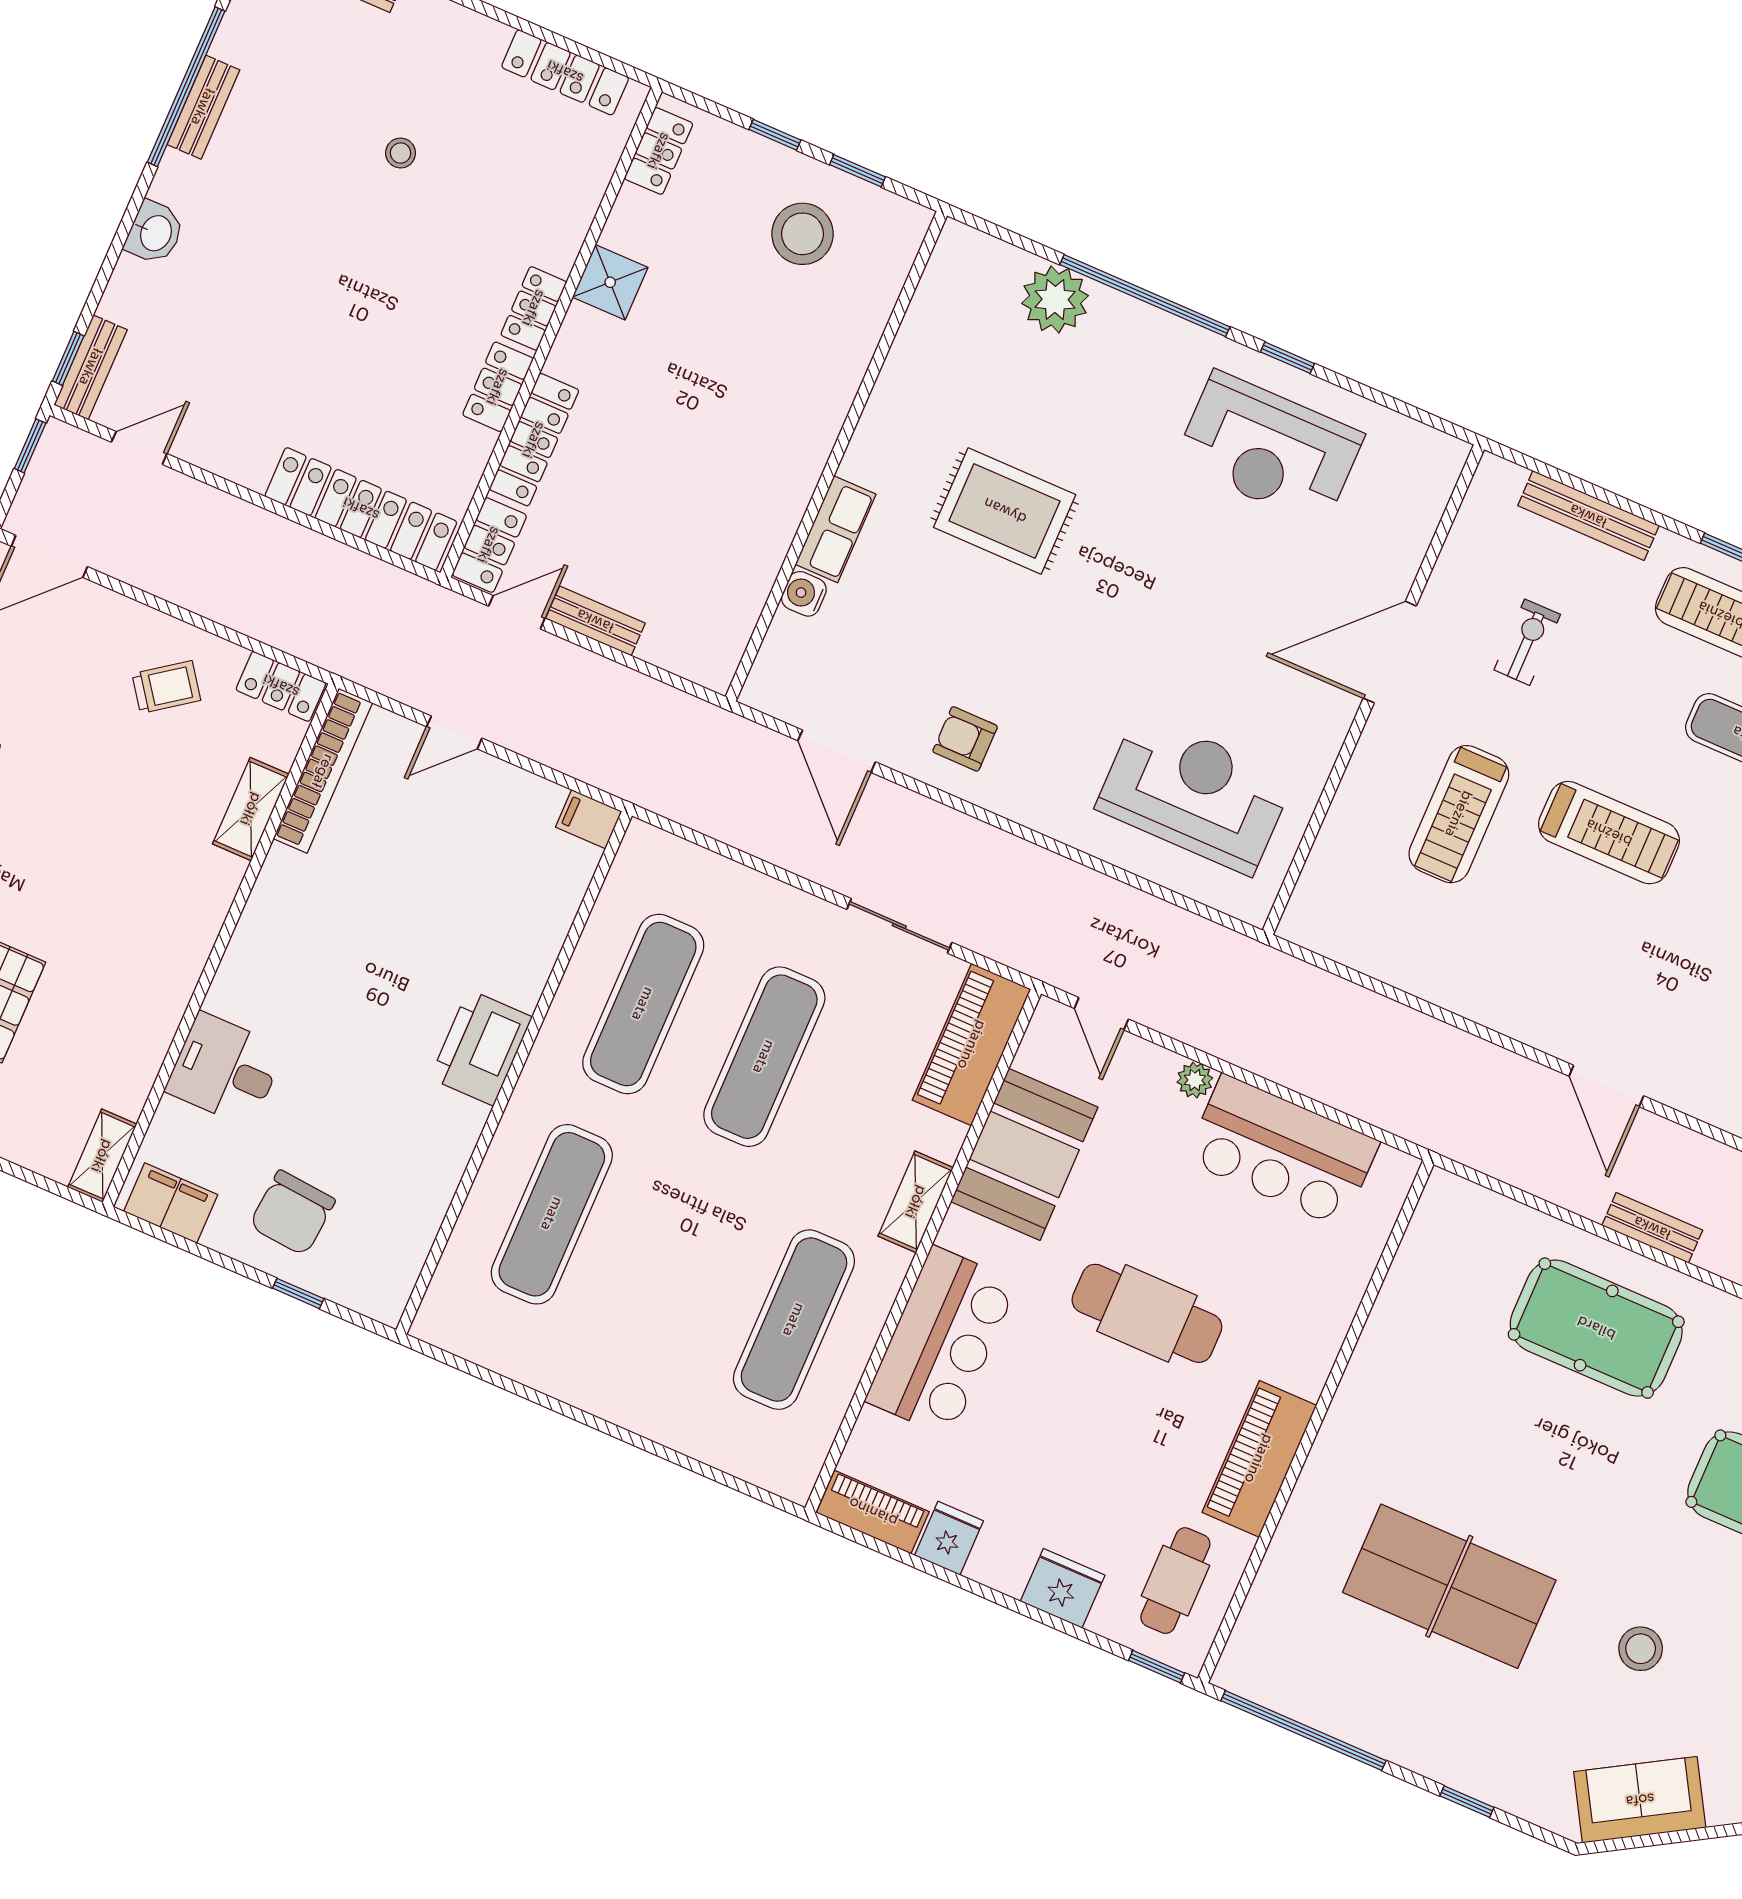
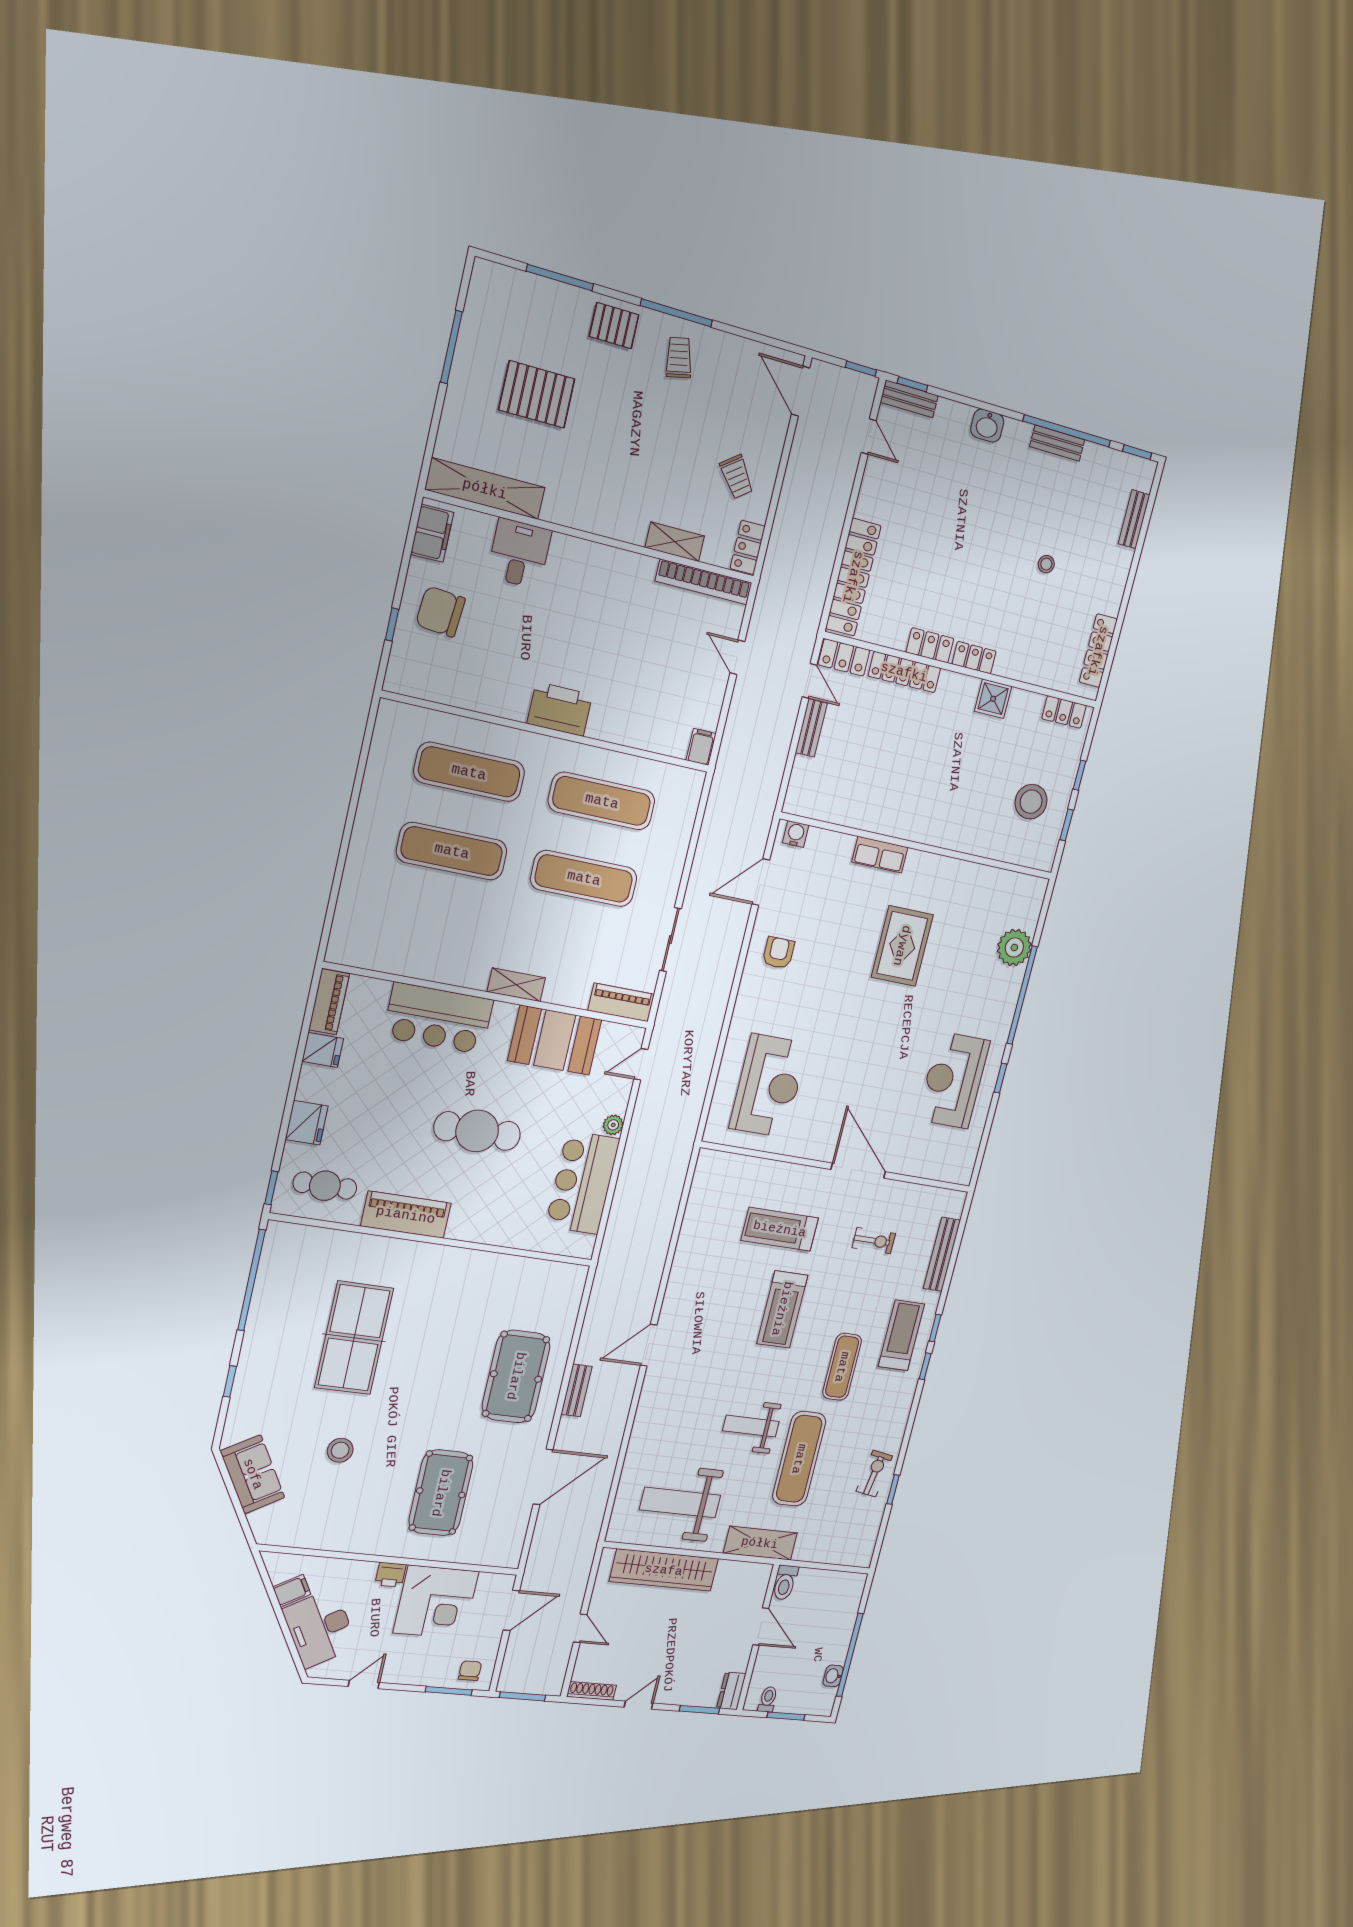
water cooler: (804, 594) -> (796, 834), moved
piano: (972, 1045) -> (621, 1002), width x0.73, depth x0.75
shelving: (102, 1156) -> (485, 489), width x2.20, depth x1.33
cafe table: (1147, 1313) -> (477, 1131), turned 90
exercise mat: (794, 1320) -> (452, 851), moved

